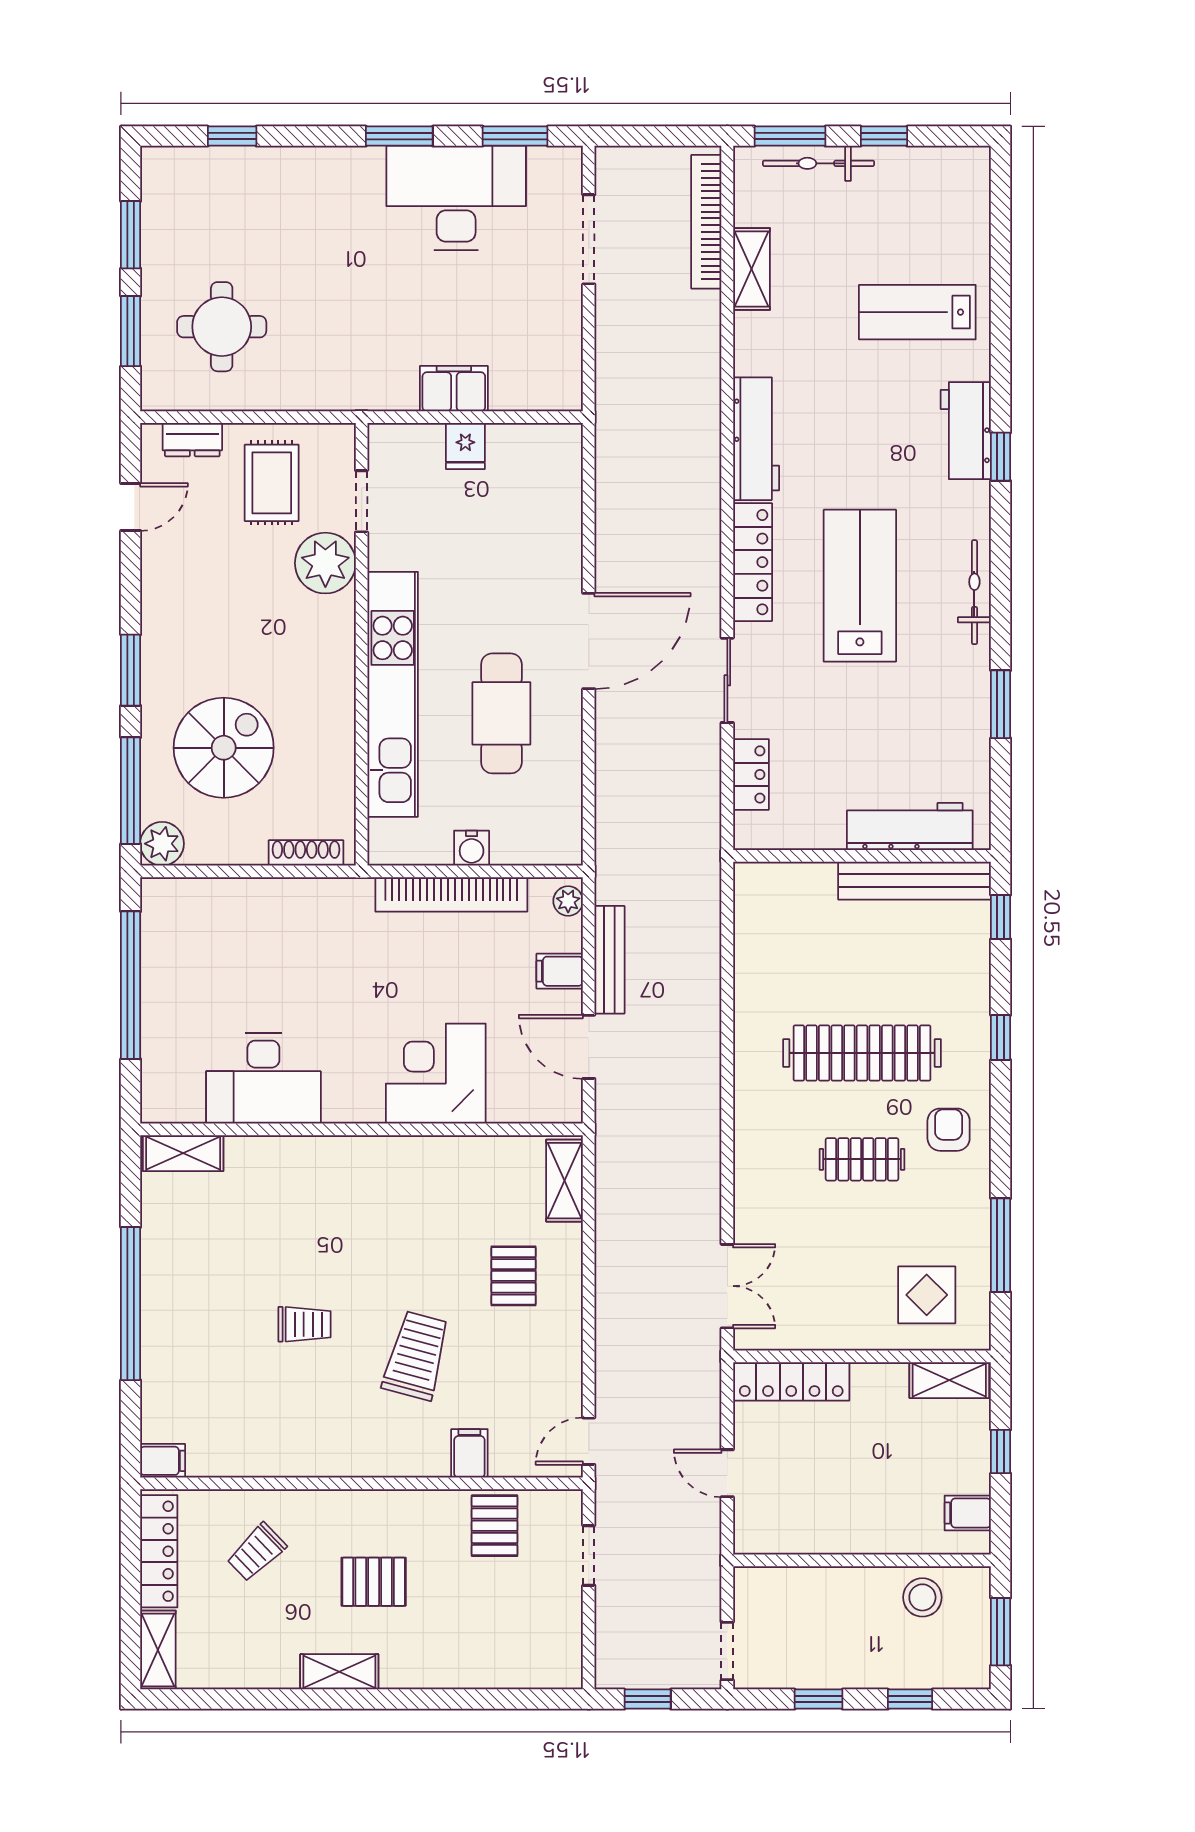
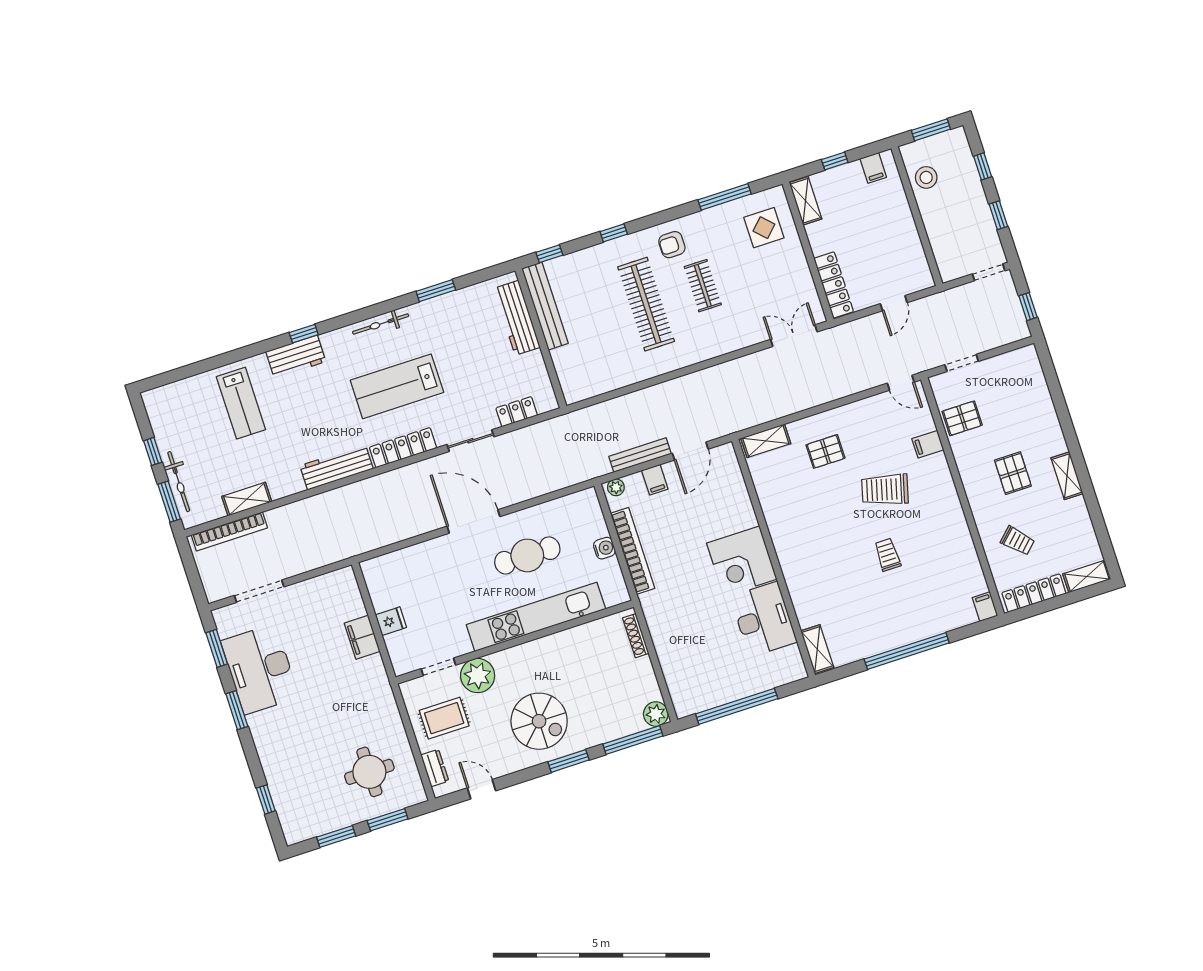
spiral stairs: (224, 748) -> (539, 721), moved, turned 180
corner desk: (436, 1074) -> (742, 561), moved

